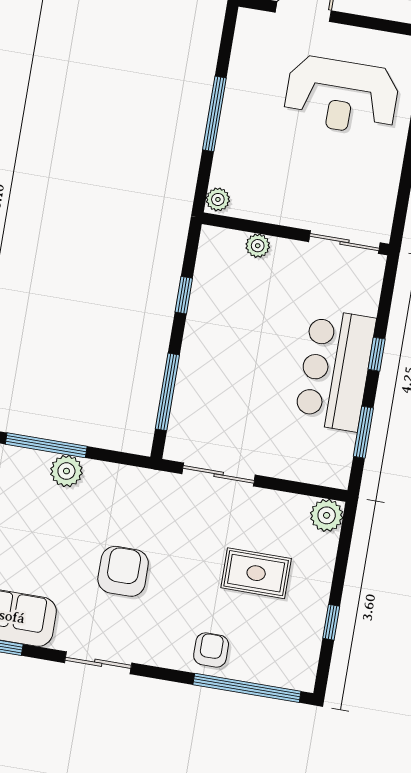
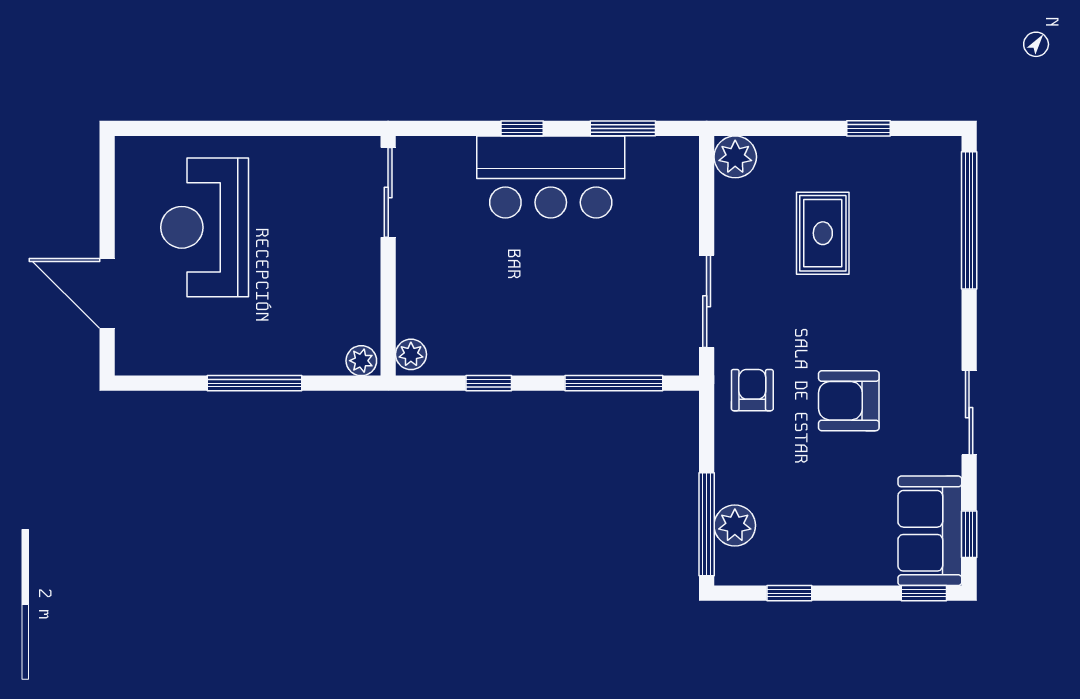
reception desk: (342, 96) -> (205, 227), turned 180
plant: (258, 246) -> (411, 354), moved
plant: (66, 471) -> (735, 525), moved
armchair: (211, 650) -> (752, 390), moved, turned 90

